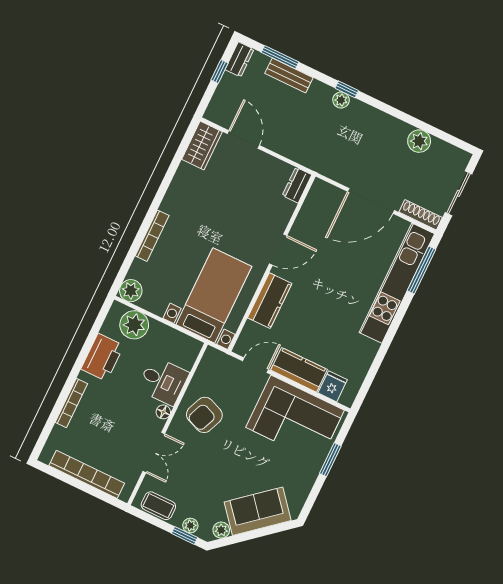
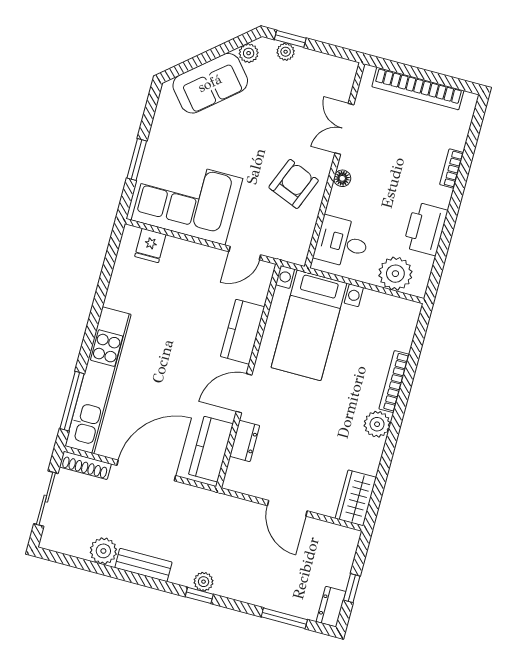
bench: (289, 76) -> (143, 565), moved
door: (243, 139) -> (287, 508), moved
dresser: (297, 185) -> (245, 441), moved
plant: (131, 291) -> (377, 424), moved
kitchen counter: (299, 370) -> (211, 449), moved, turned 90
desk: (163, 381) -> (342, 242), moved
bookcase: (71, 403) -> (452, 169), width x0.64
coffee table: (158, 506) -> (327, 68), removed

